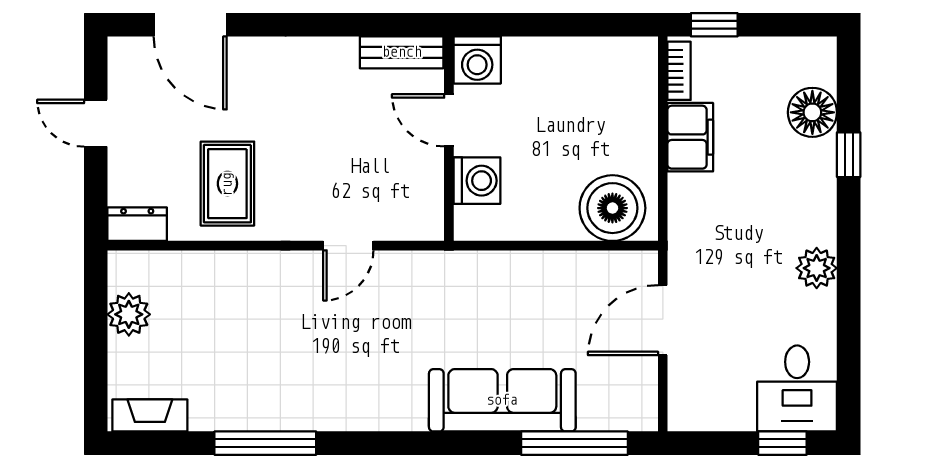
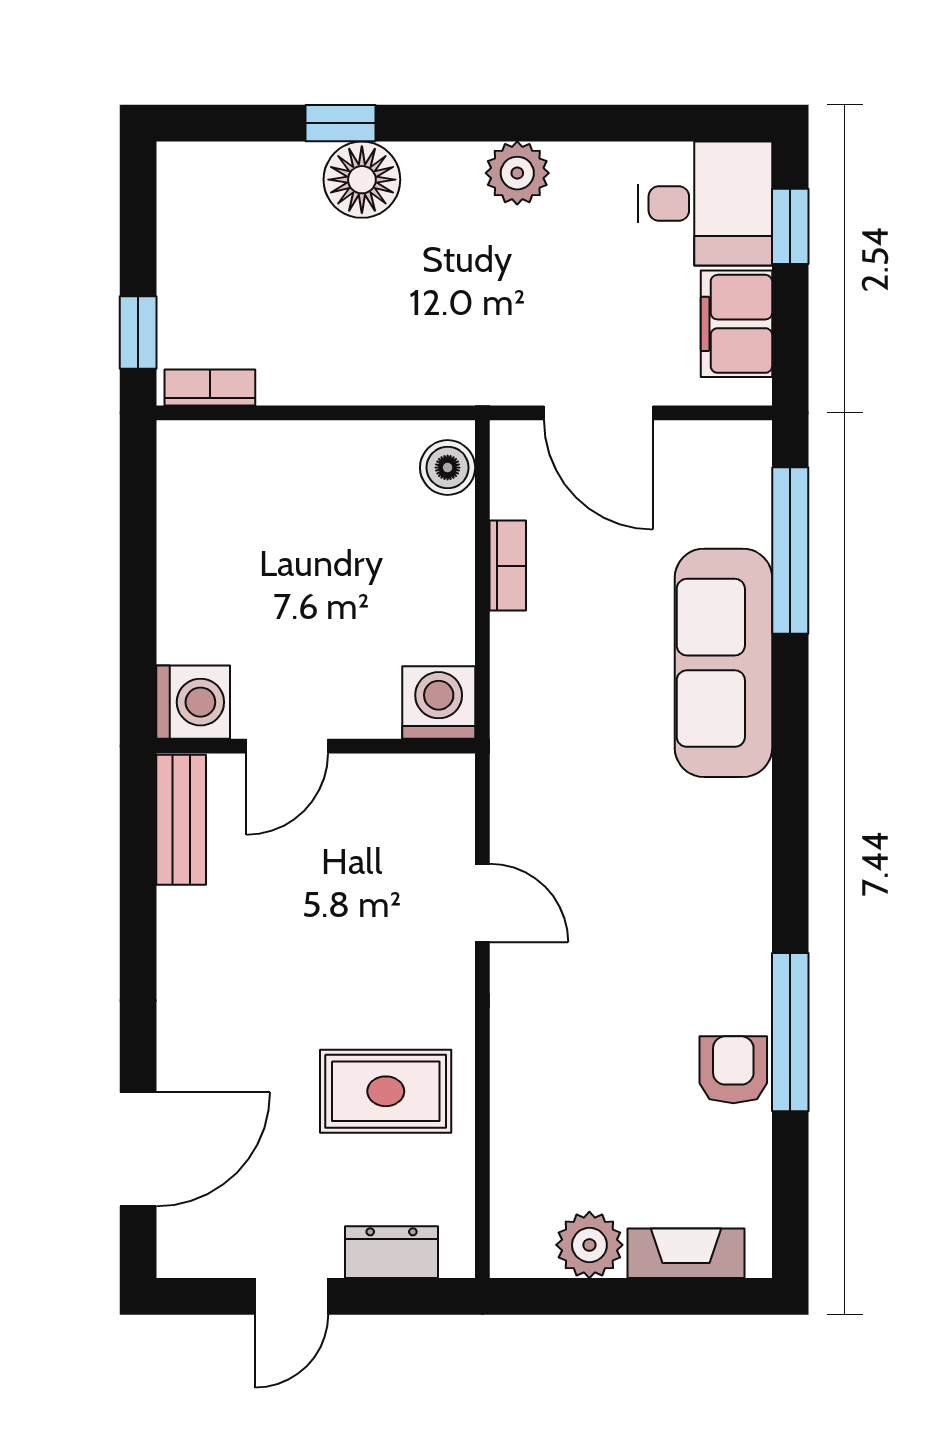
floor lamp: (812, 112) -> (362, 180), moved
filing cabinet: (690, 137) -> (736, 324), moved, turned -90
washing machine: (477, 181) -> (439, 702), moved
boiler: (612, 208) -> (448, 468), width x0.54, depth x0.54
dresser: (137, 224) -> (392, 1252), moved, turned 90
bookcase: (565, 262) -> (508, 566), added
armchair: (241, 407) -> (733, 1070), added
fireplace: (150, 415) -> (686, 1253), moved, turned 90

